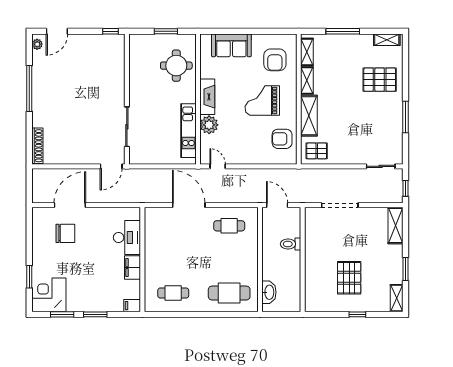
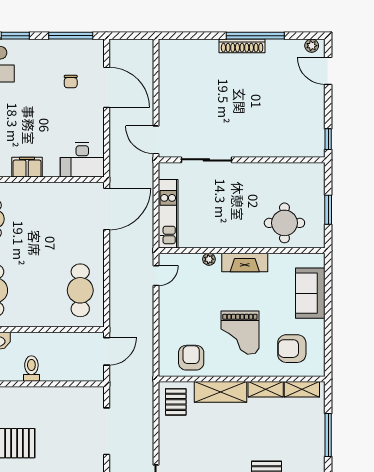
grand piano: (262, 100) -> (240, 333), turned 180
plant: (209, 125) -> (209, 259), width x0.53, depth x0.53
kitchen unit: (188, 131) -> (168, 214), moved, turned 90
shoe rack: (37, 146) -> (242, 46), moved
door: (189, 205) -> (107, 209), moved
cafe table: (229, 226) -> (80, 290), width x1.37, depth x1.35
window: (29, 233) -> (71, 36), added
chair: (65, 233) -> (71, 82), width x0.54, depth x0.54
desk: (127, 238) -> (82, 160), moved
toilet: (291, 244) -> (31, 369), moved

